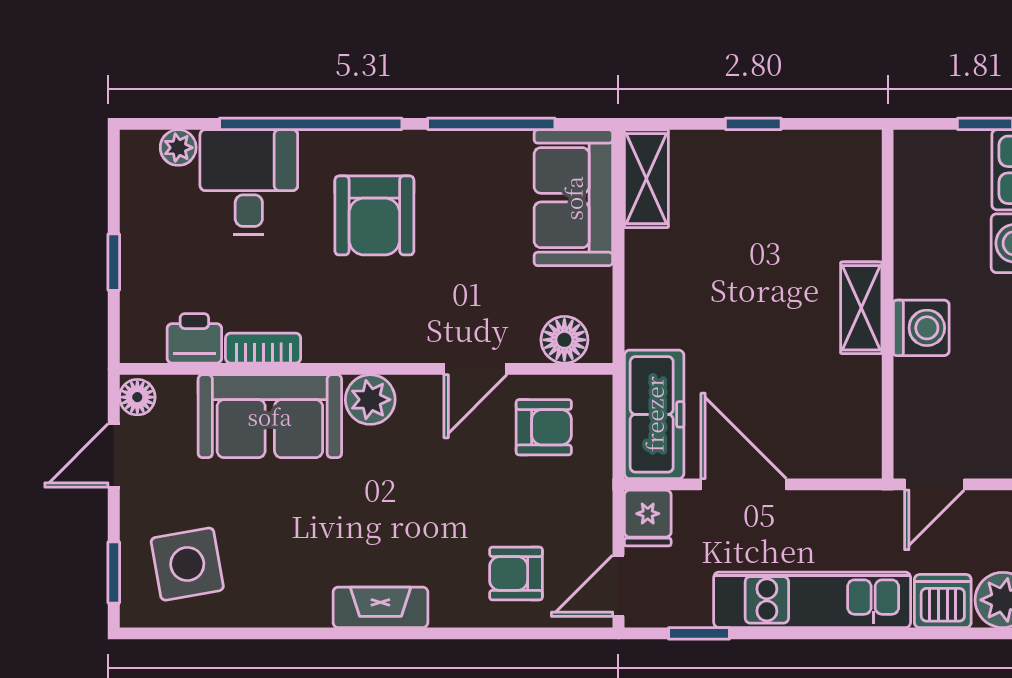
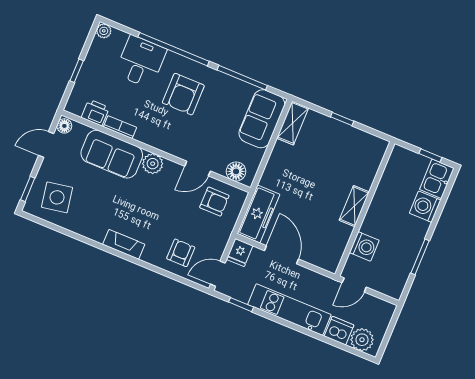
plant: (178, 148) -> (104, 31), moved
washing machine: (921, 328) -> (364, 246), moved
armchair: (516, 573) -> (181, 253), turned 90

